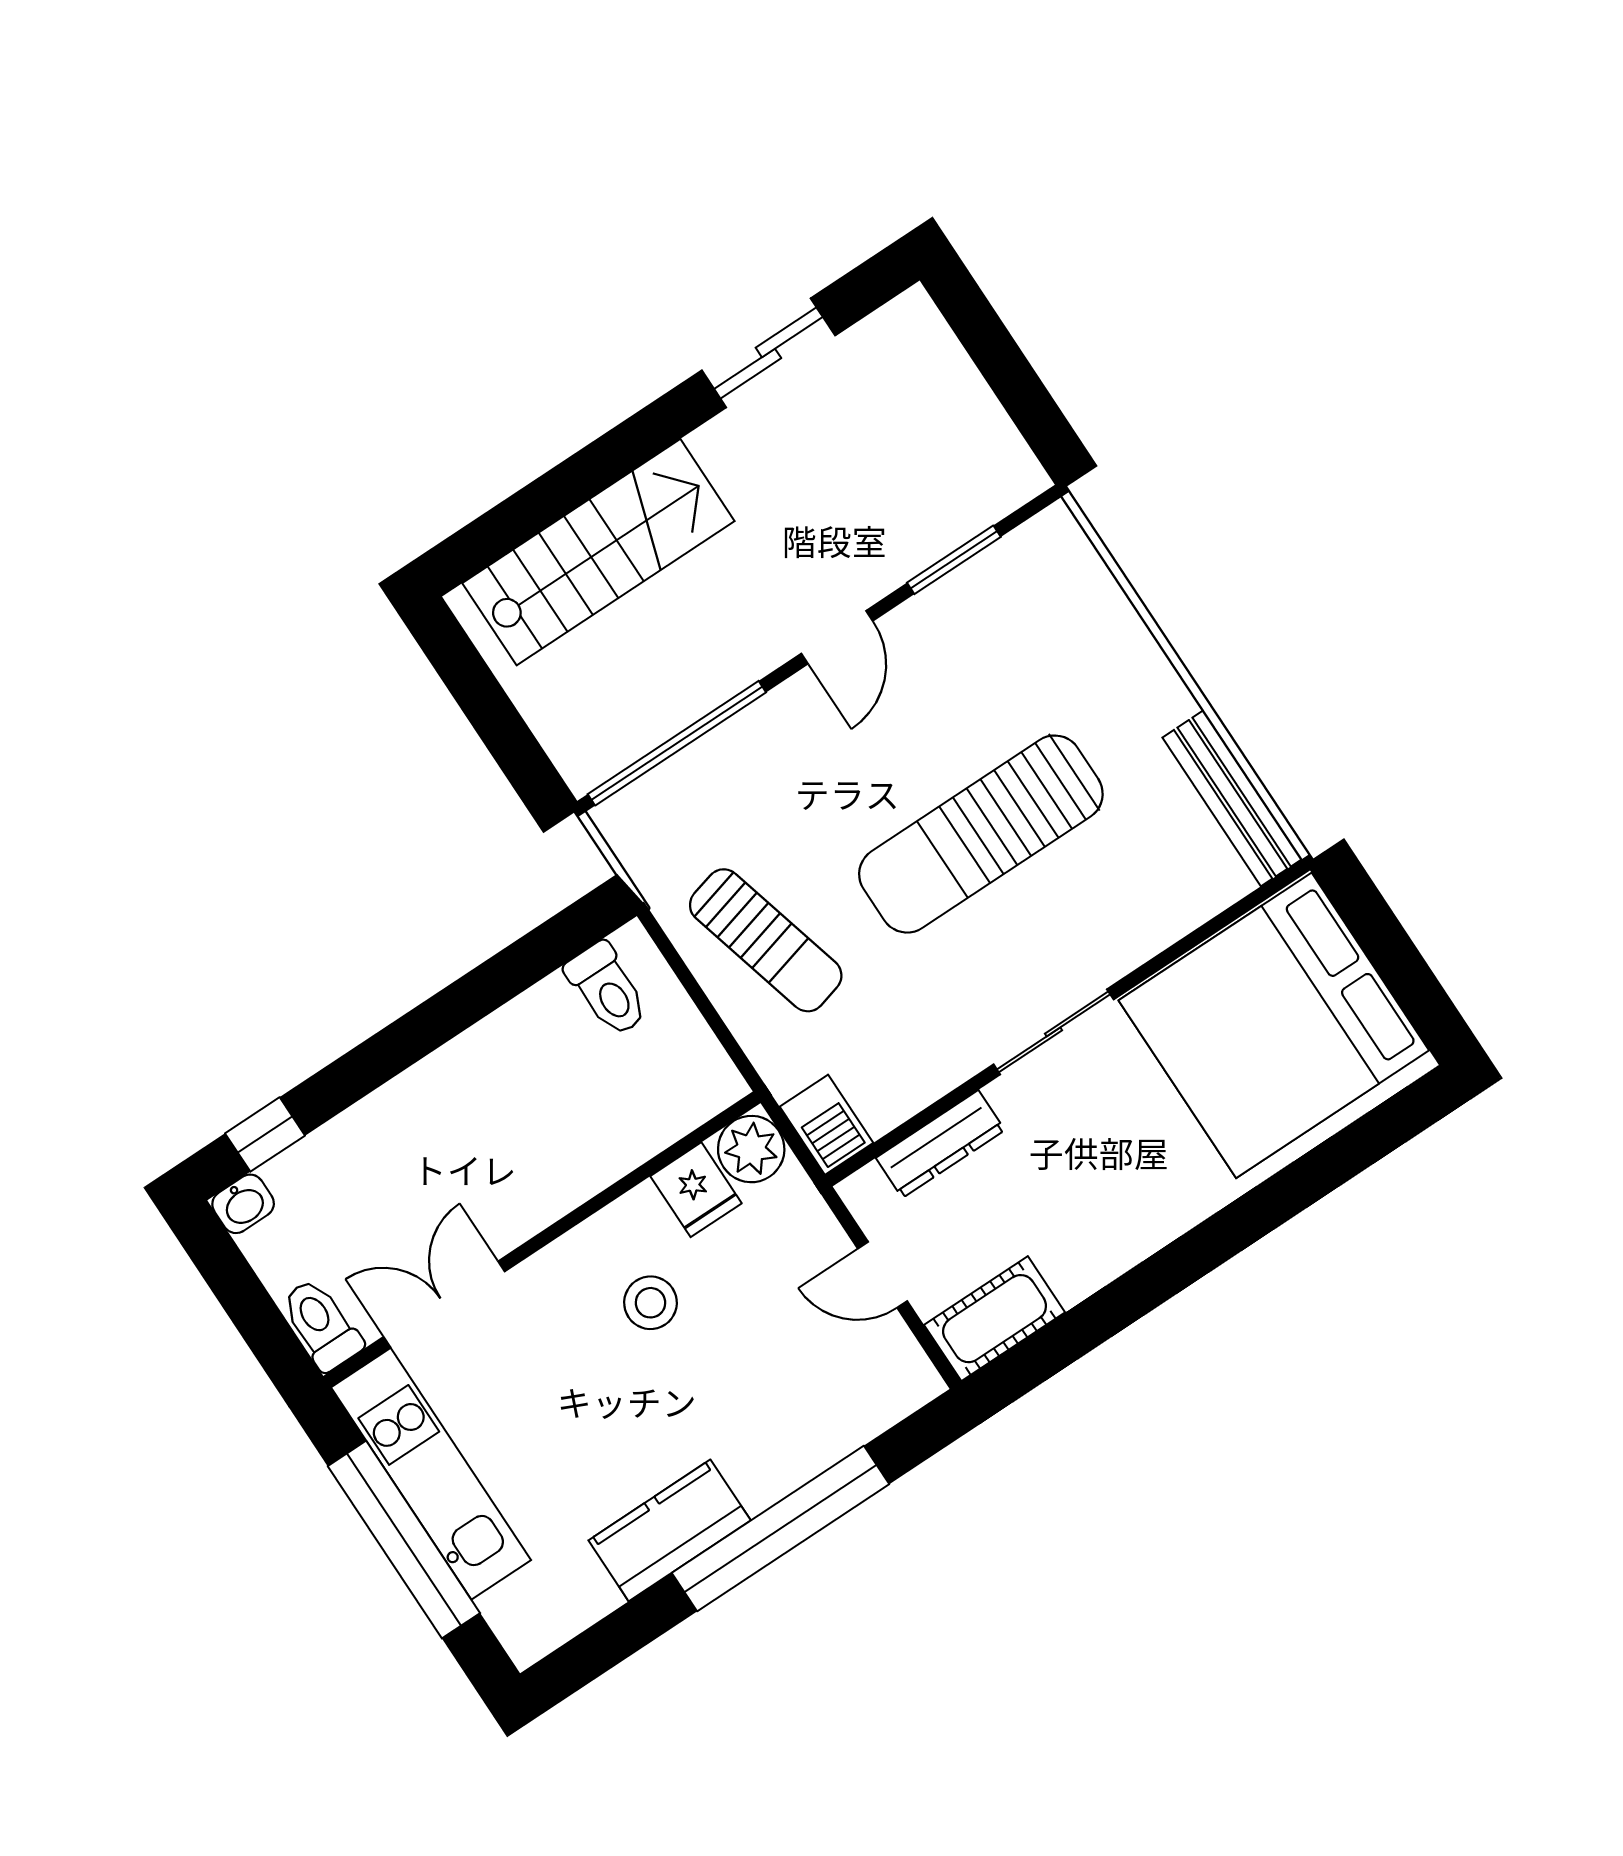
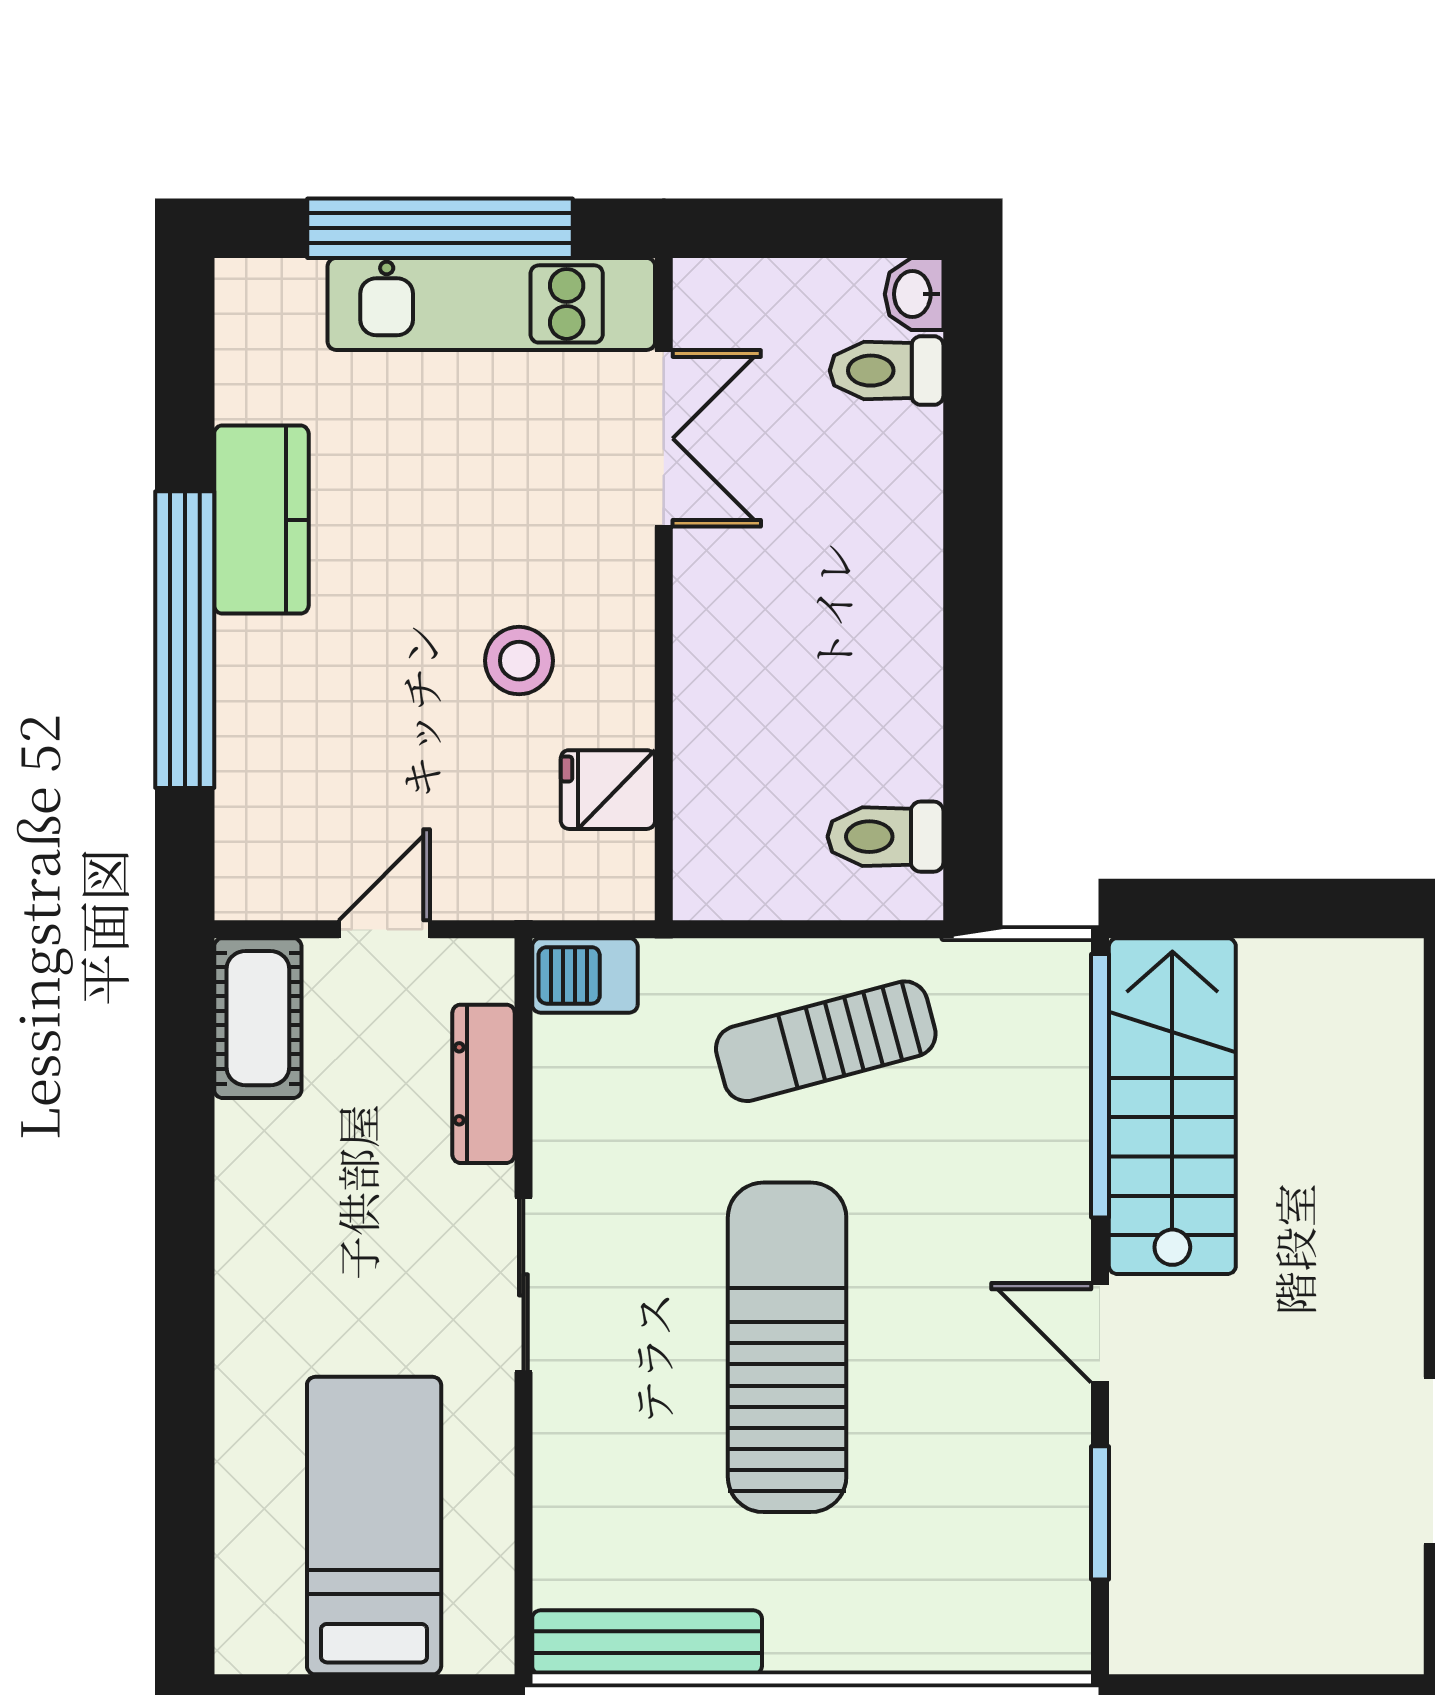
stairs: (598, 552) -> (1172, 1106), moved, turned 180
bed: (1274, 1025) -> (374, 1526), width x0.49
window: (265, 1134) -> (973, 367), removed
plant: (751, 1149) -> (612, 878), removed
toilet: (321, 1324) -> (887, 371), moved, turned 180

